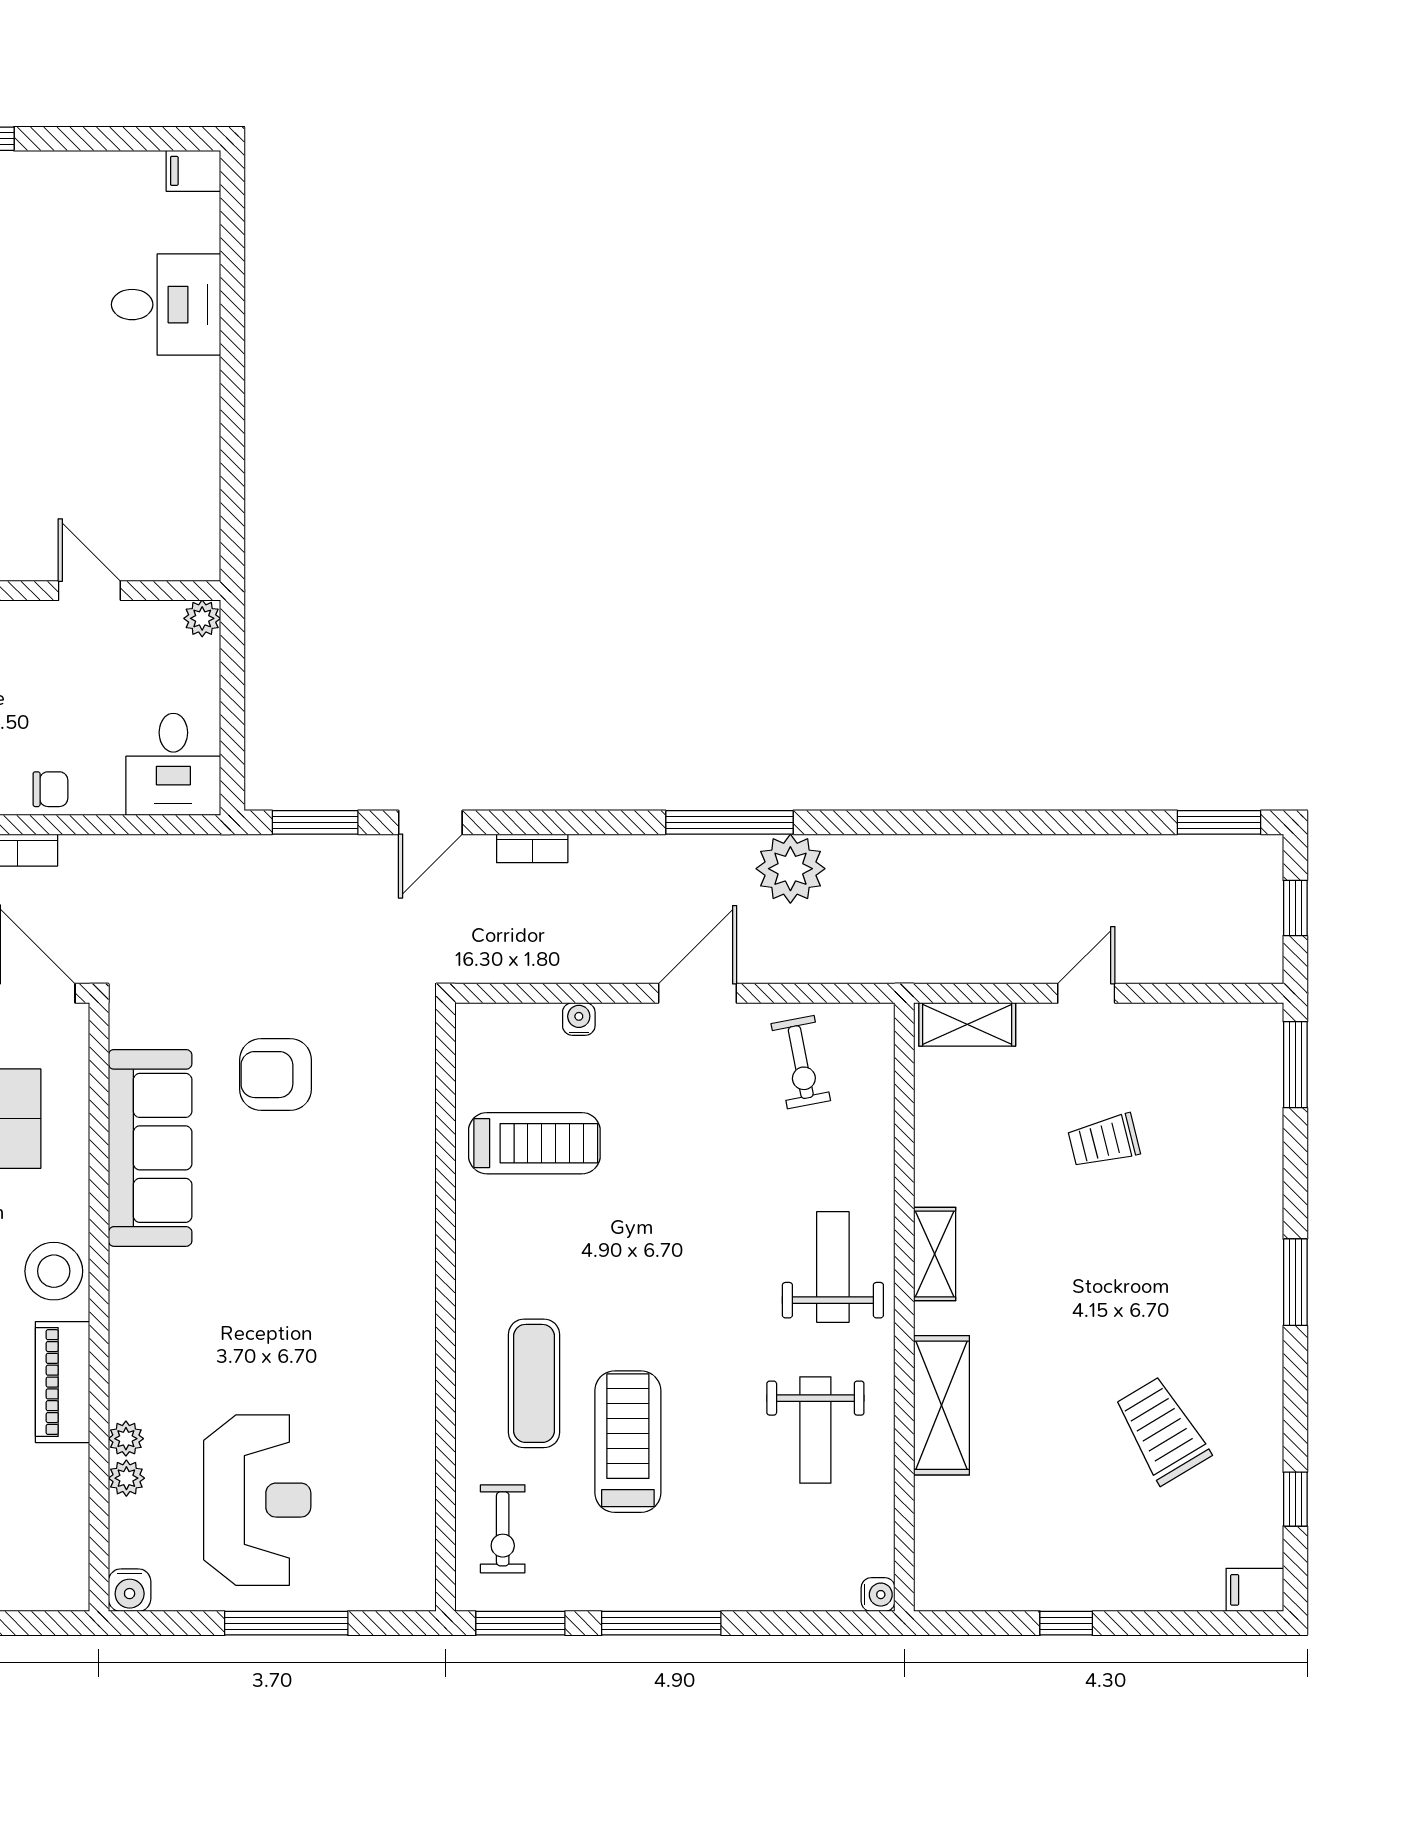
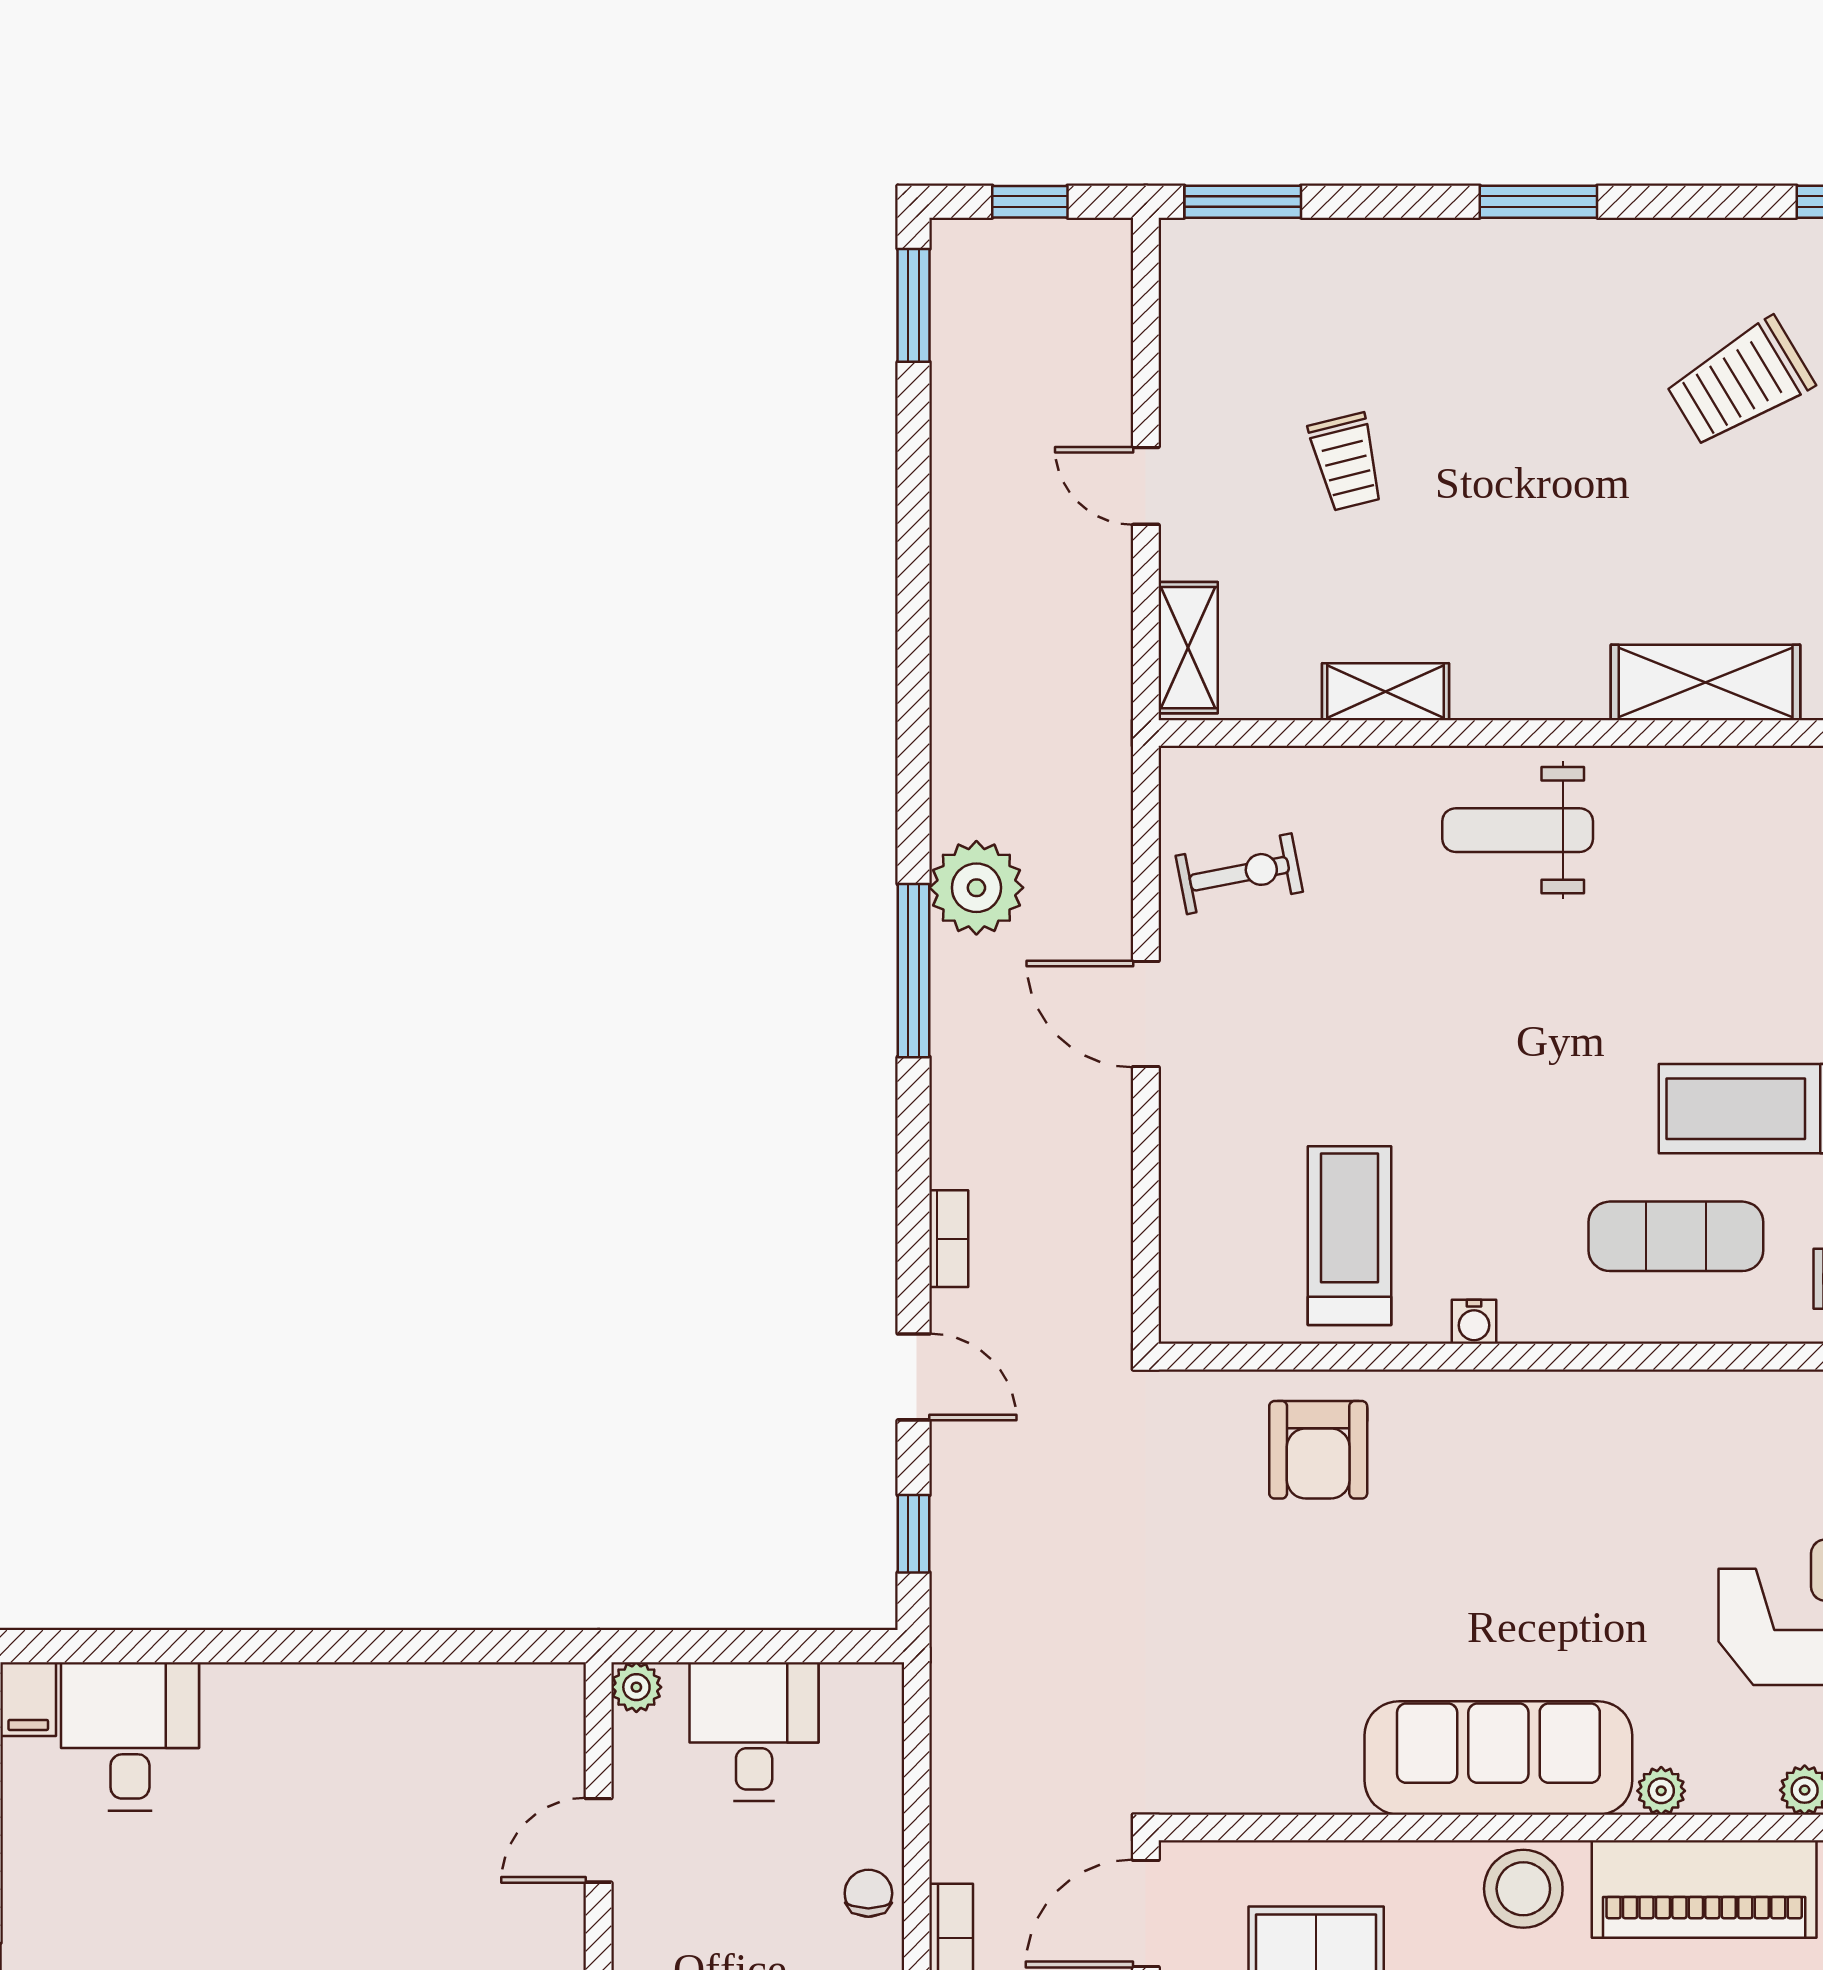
desk: (166, 305) -> (130, 1736), moved
desk: (173, 764) -> (754, 1731), moved, turned -90
window: (315, 822) -> (914, 1534), width x0.67
water cooler: (579, 1019) -> (1474, 1322), moved, turned -90
armchair: (276, 1075) -> (1318, 1450), moved
sofa: (150, 1148) -> (1498, 1758), moved
shelving: (935, 1254) -> (1386, 692), moved
piano: (62, 1382) -> (1704, 1889), width x1.37, depth x1.33
weight bench: (815, 1430) -> (1739, 854), removed
plant: (126, 1439) -> (1661, 1791), moved

